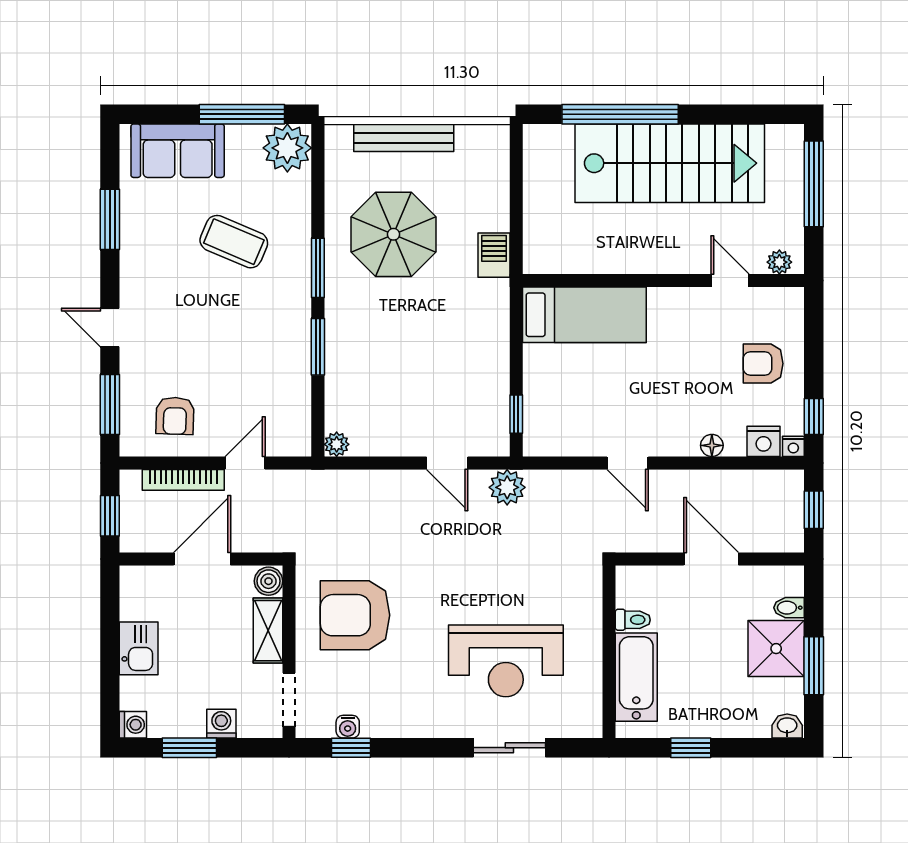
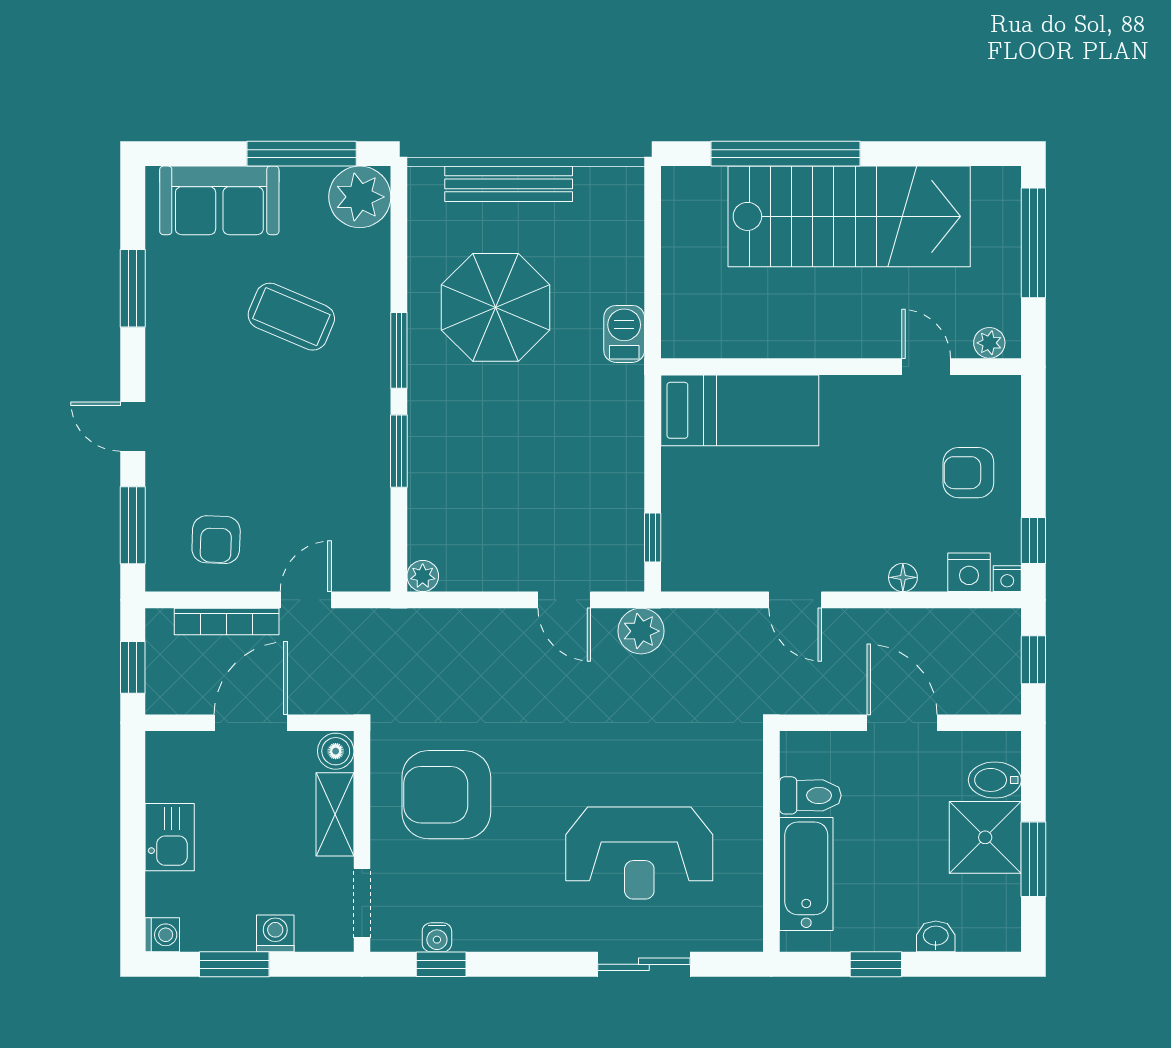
bidet: (789, 608) -> (995, 780), width x1.38, depth x1.36
toilet: (633, 620) -> (810, 795), width x1.37, depth x1.39
washbasin: (787, 726) -> (936, 936), moved

